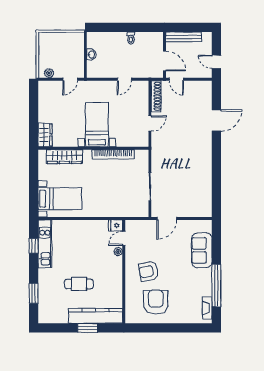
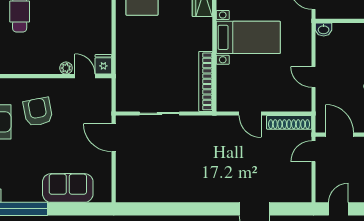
washbasin: (91, 55) -> (324, 29), moved
door: (165, 61) -> (340, 135), swing flipped
bookcase: (113, 154) -> (206, 81), moved

